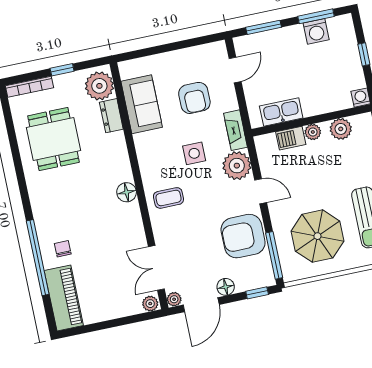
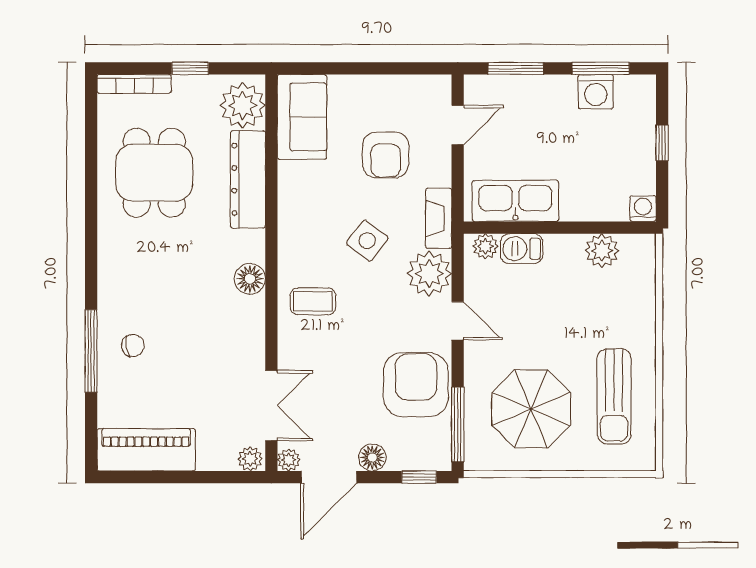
sofa: (142, 104) -> (302, 117), moved
kitchen sink: (281, 112) -> (515, 201), width x1.36, depth x1.24
dresser: (111, 116) -> (248, 179), width x1.96, depth x1.24
plant: (313, 132) -> (485, 246), moved
side table: (194, 153) -> (367, 241), turned 37
armchair: (243, 236) -> (416, 385), turned 90
chair: (63, 249) -> (133, 345), turned 79
window: (38, 258) -> (91, 351), width x0.68
double door: (156, 268) -> (271, 406), swing flipped
piano: (64, 298) -> (146, 450), moved, turned -90

